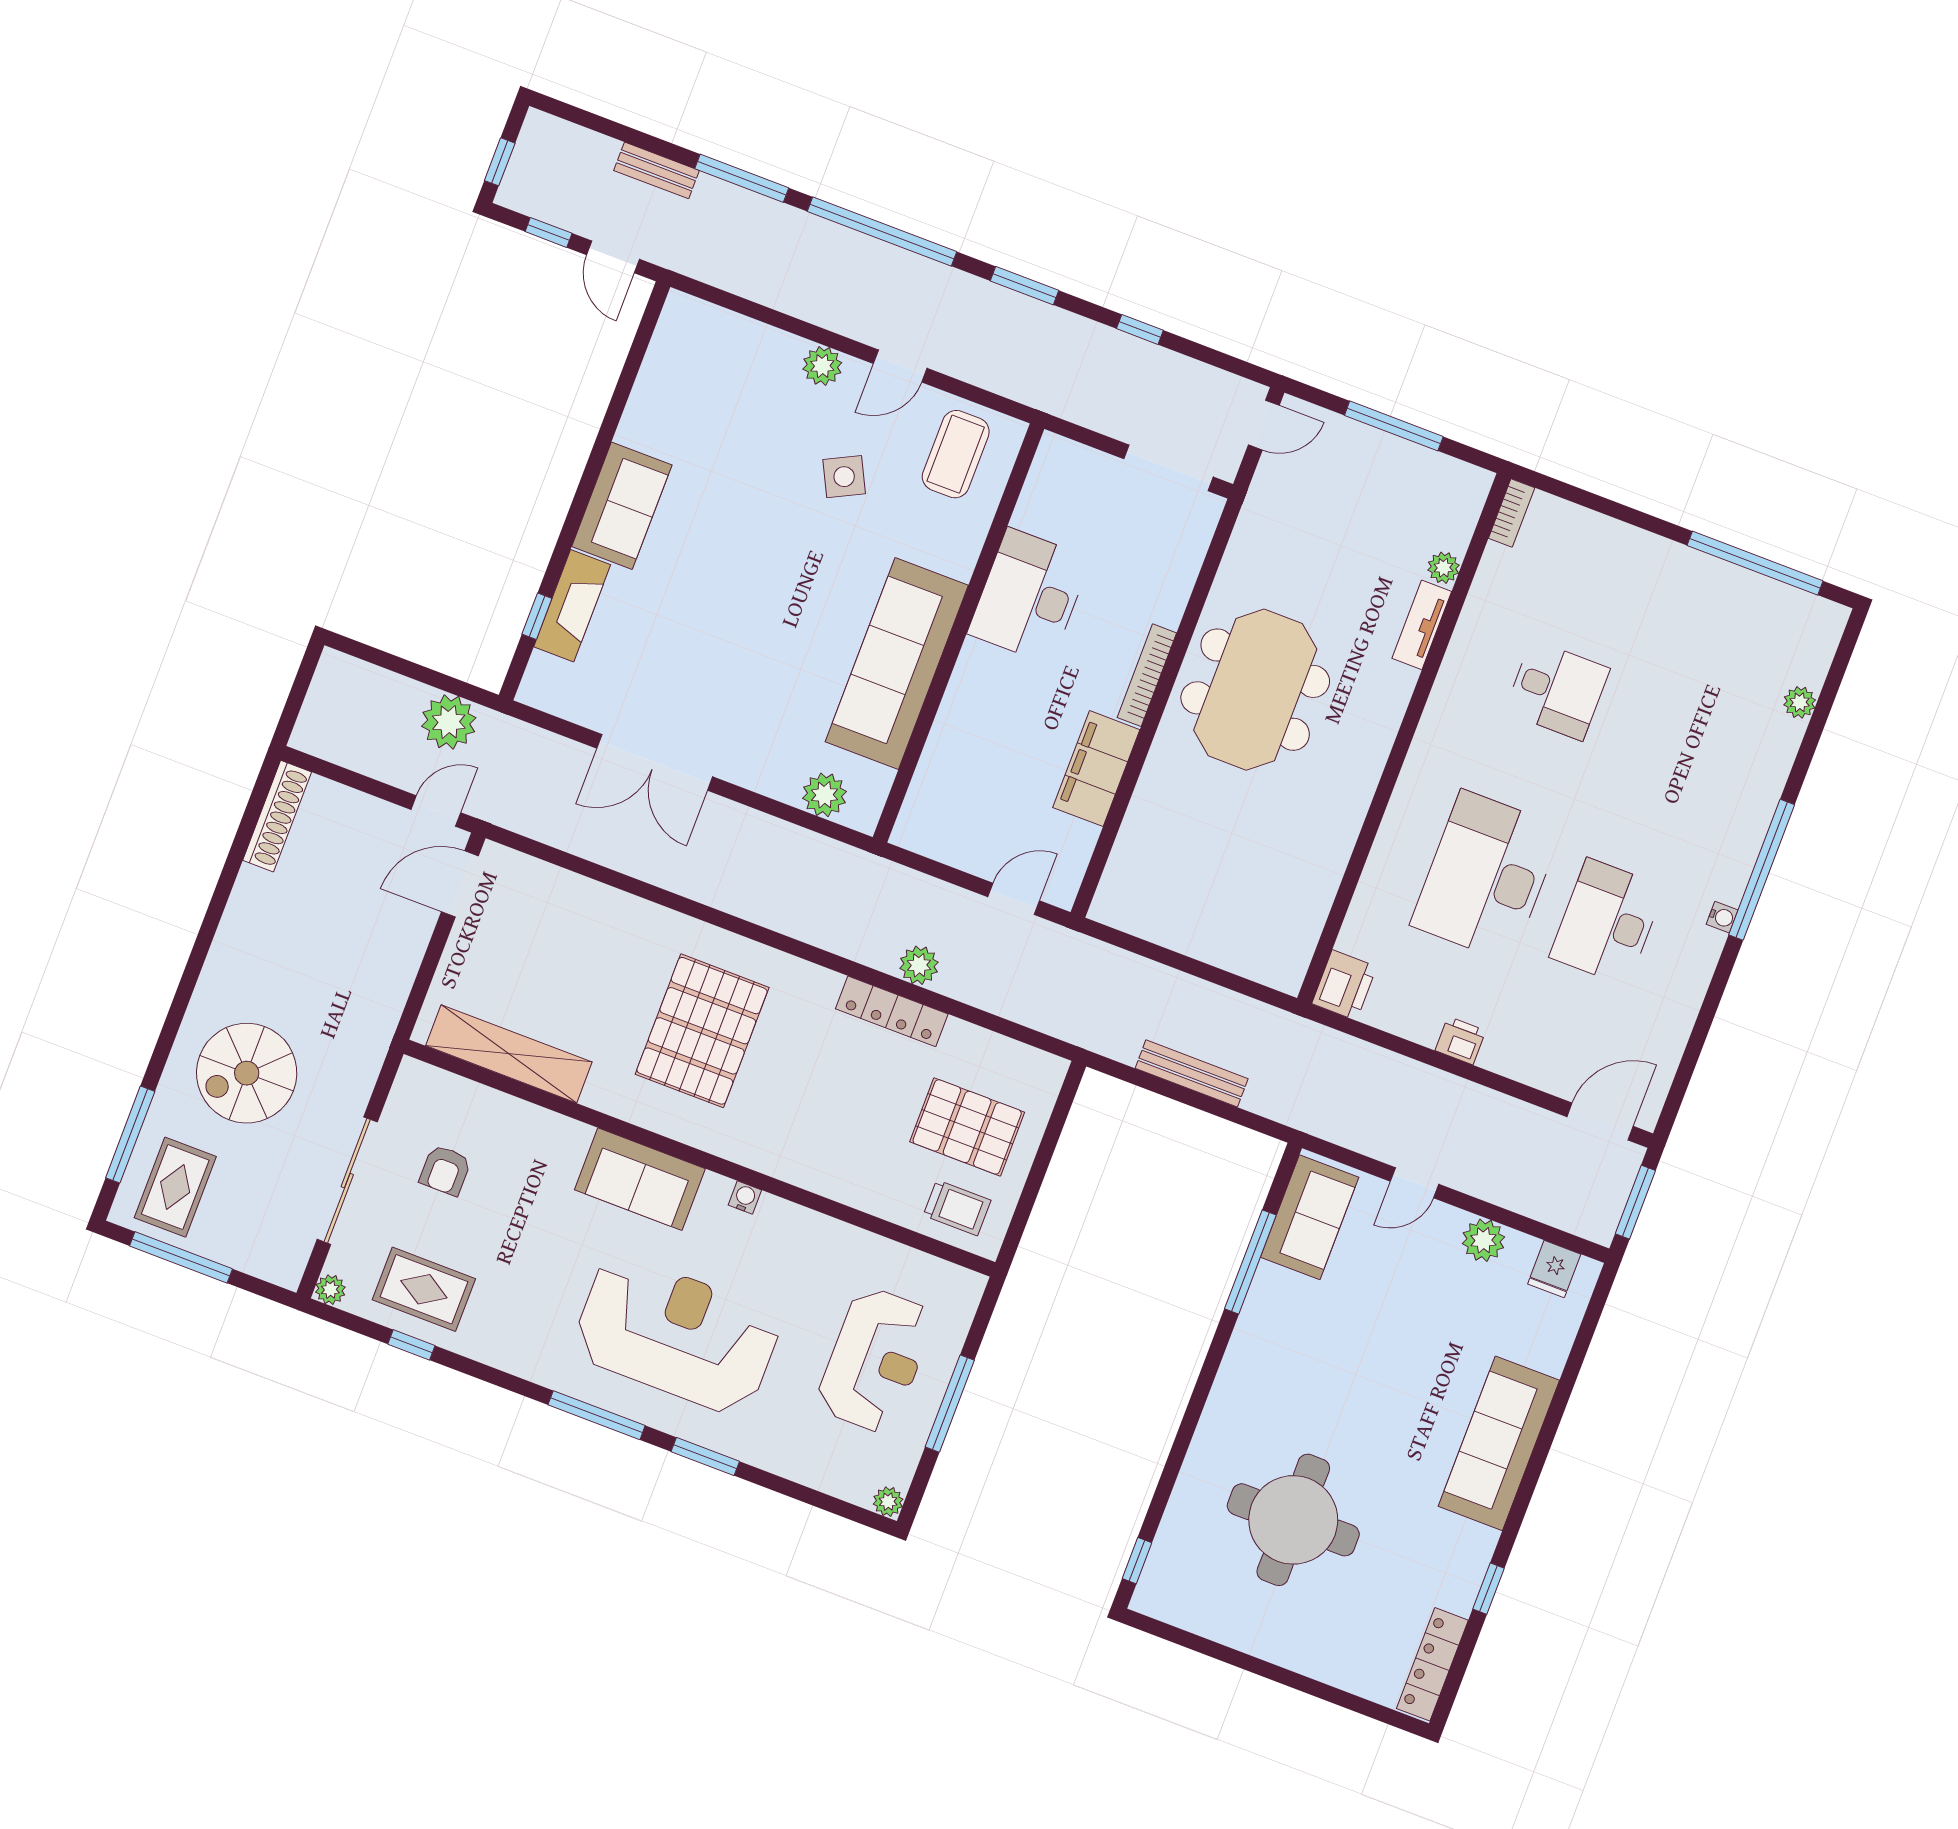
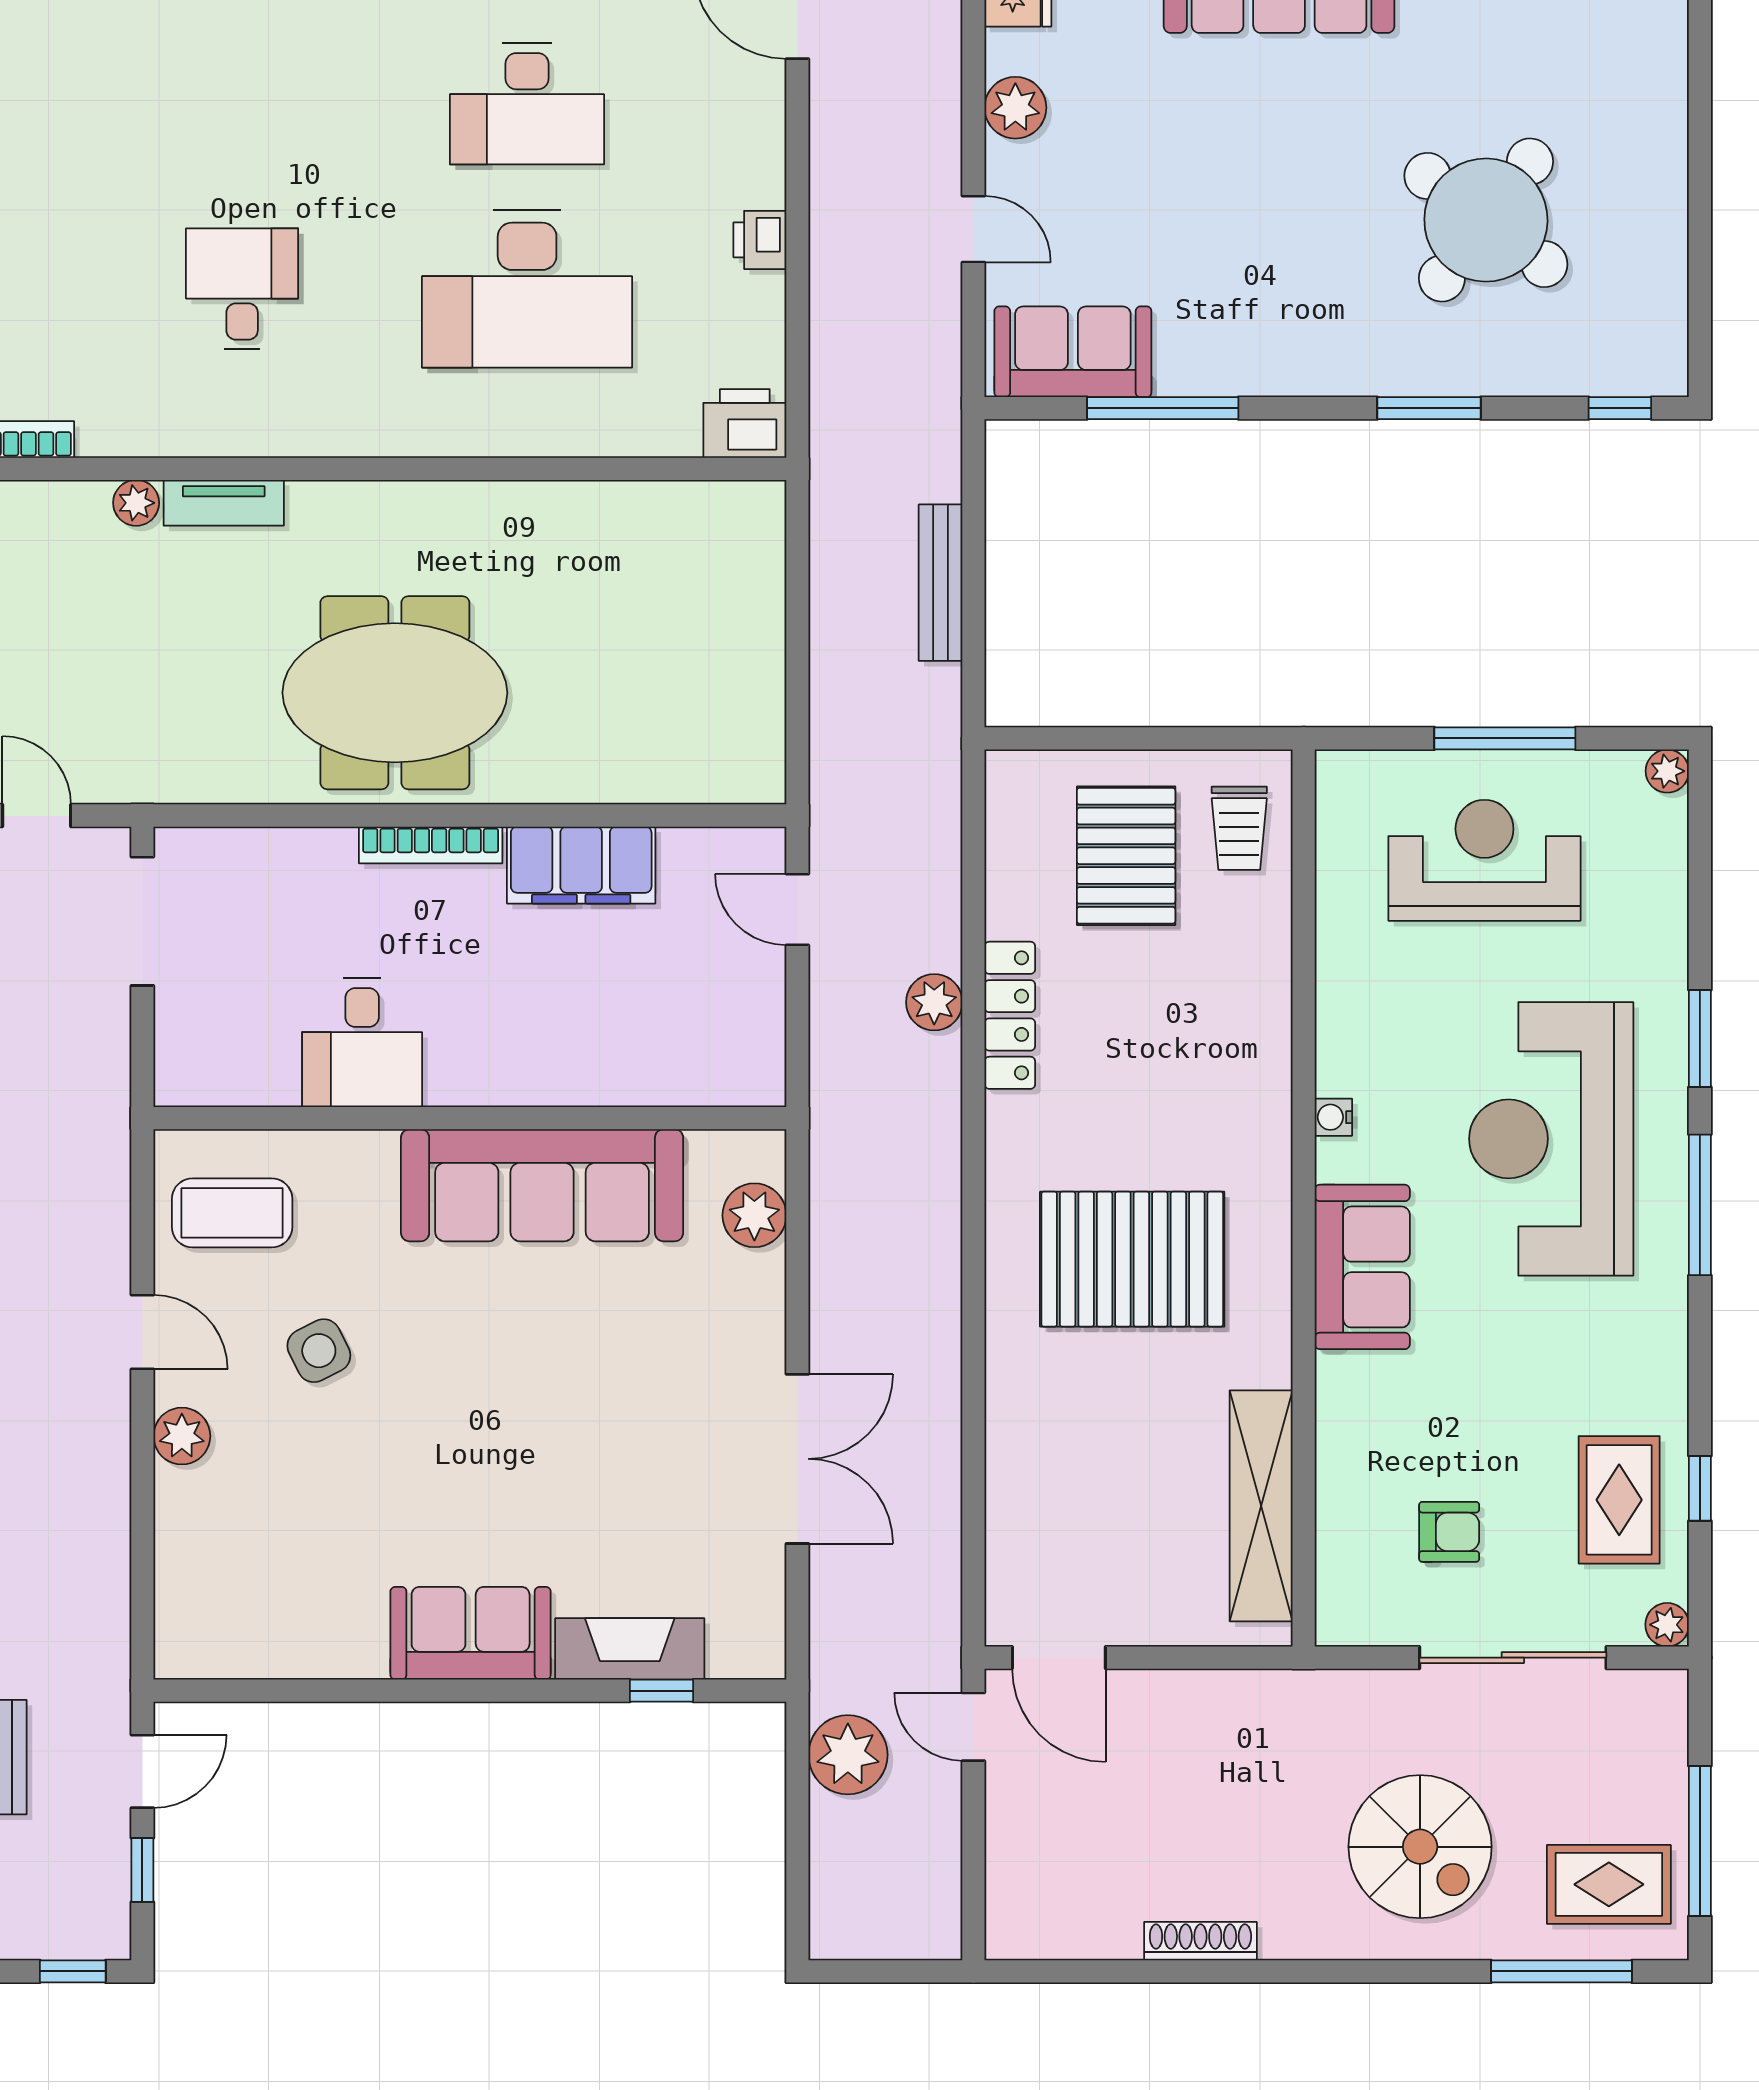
desk: (1029, 596) -> (362, 1042), width x0.73
shoe rack: (277, 816) -> (1200, 1941), moved, width x0.74, depth x0.81
trolley: (957, 1208) -> (1239, 828), turned 180
window: (1184, 1436) -> (1429, 408), added
round table: (1293, 1520) -> (1486, 220), turned 37

